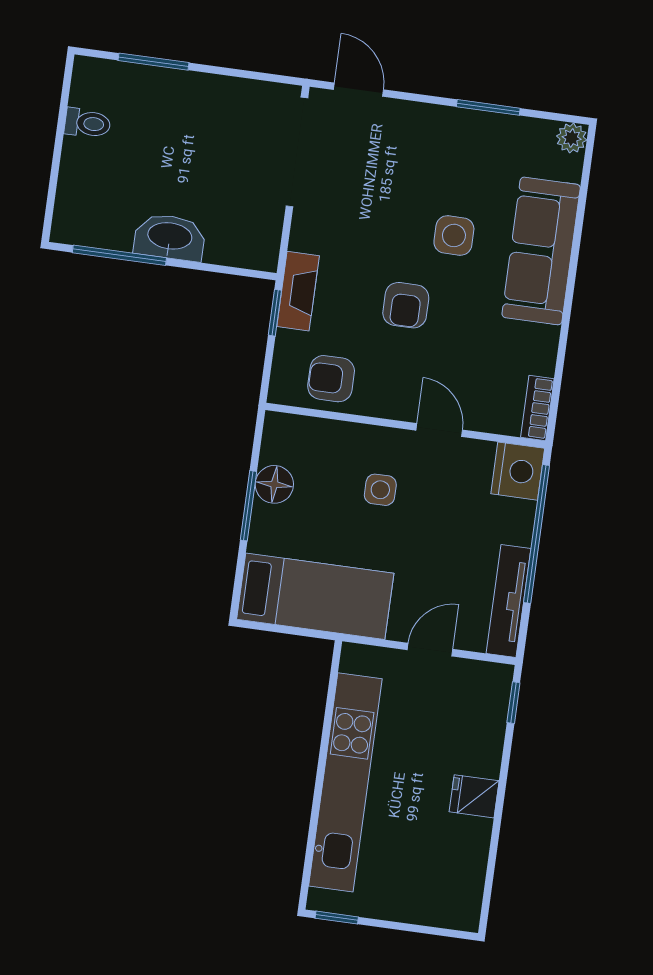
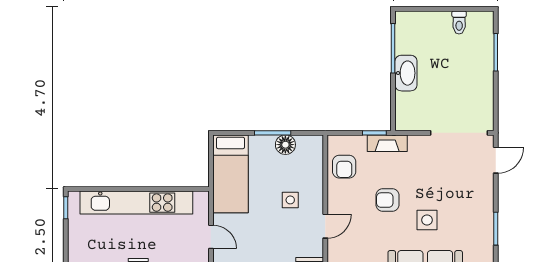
armchair: (331, 379) -> (344, 167), turned 180

